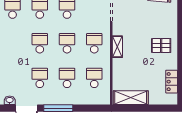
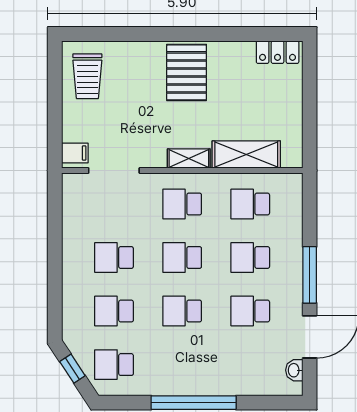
pallet: (161, 46) -> (187, 72), width x1.50, depth x1.42
locker: (172, 82) -> (278, 52), moved
shelving: (131, 98) -> (246, 155), moved, turned 90

